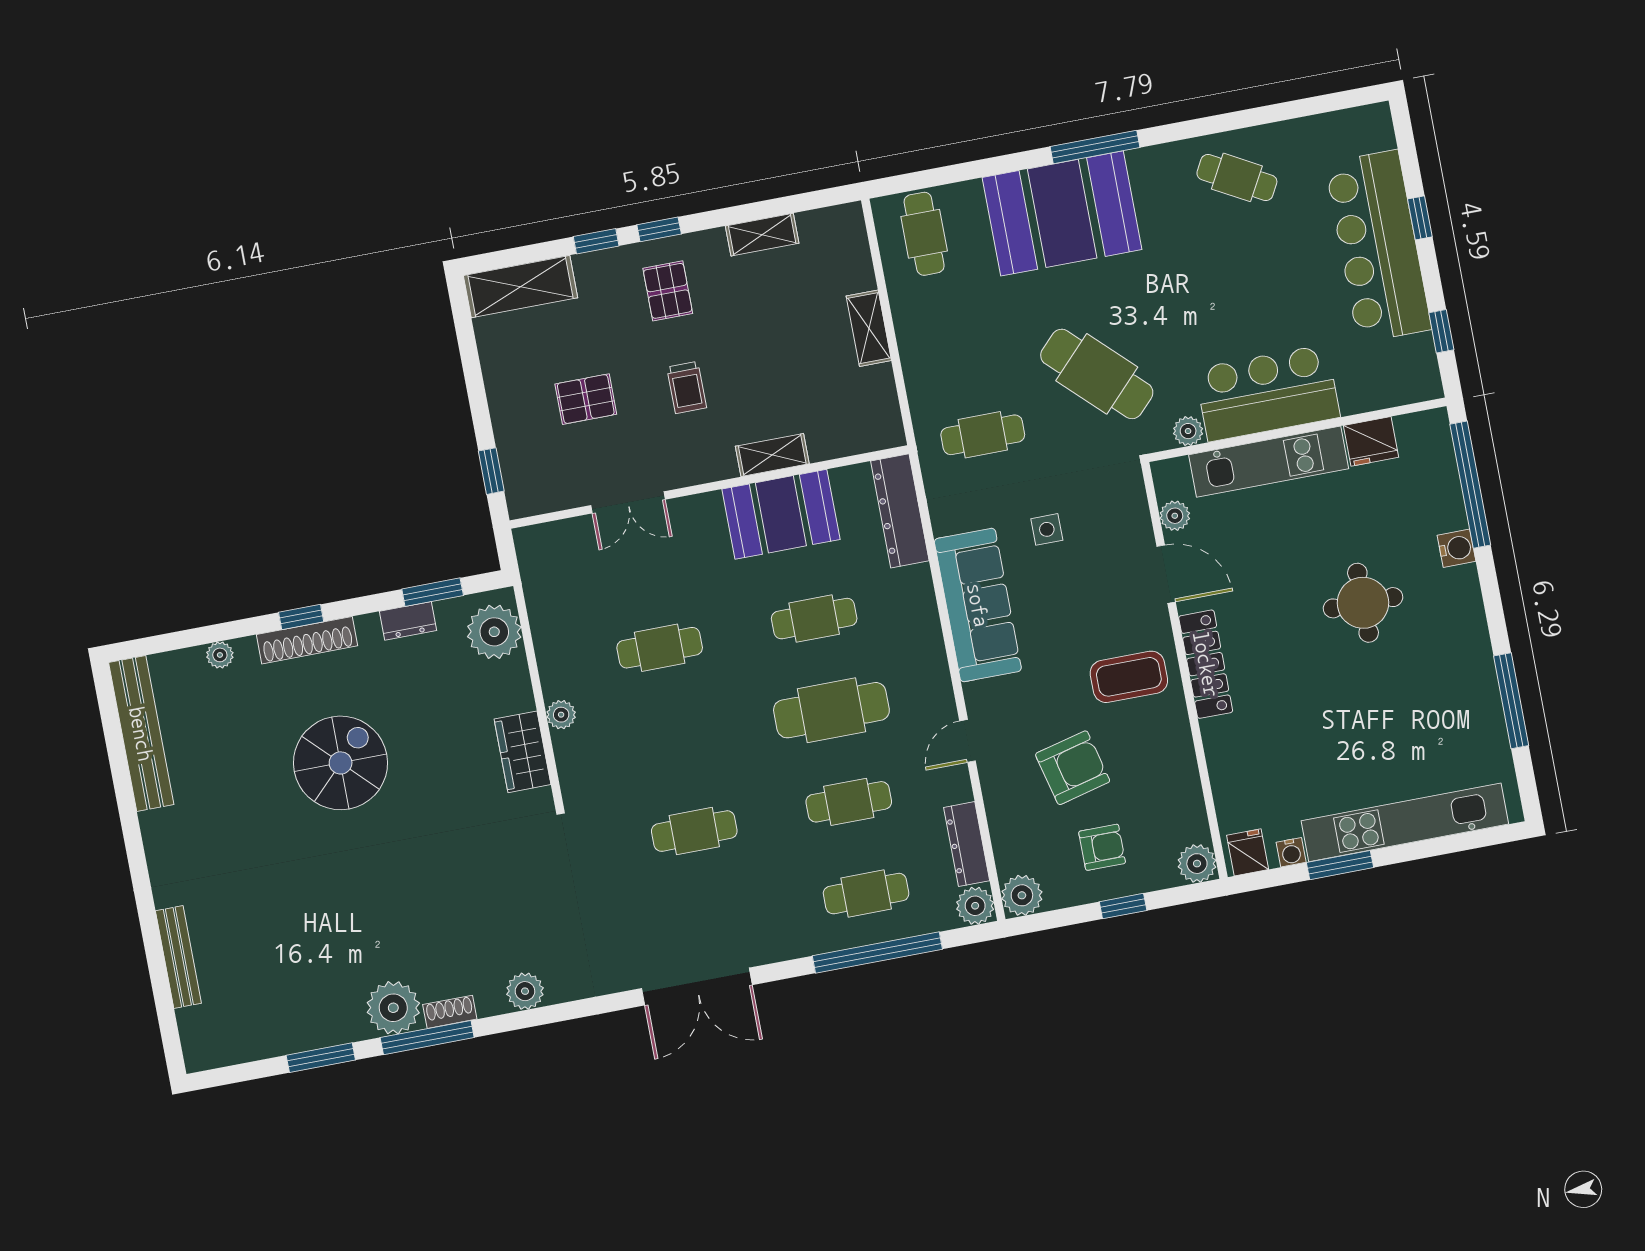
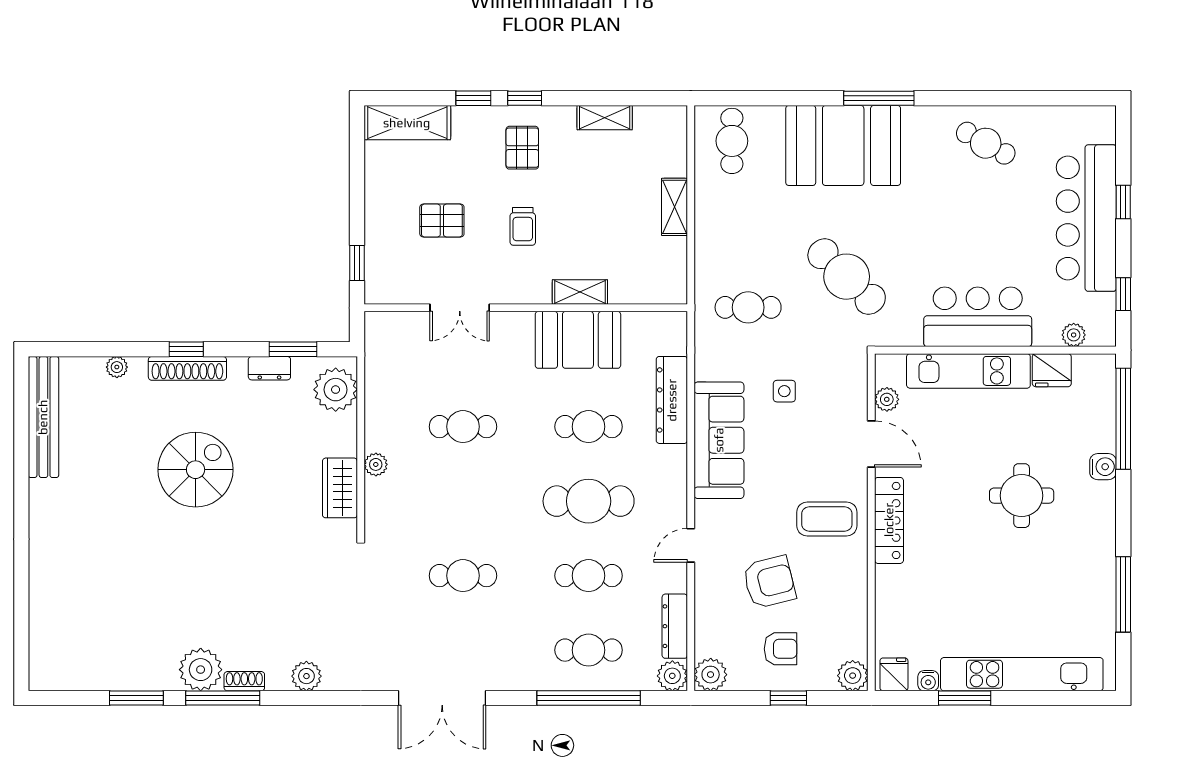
plant: (1188, 431) -> (1074, 335), moved
dresser: (900, 511) -> (672, 400), moved
bench: (178, 957) -> (40, 598), removed

